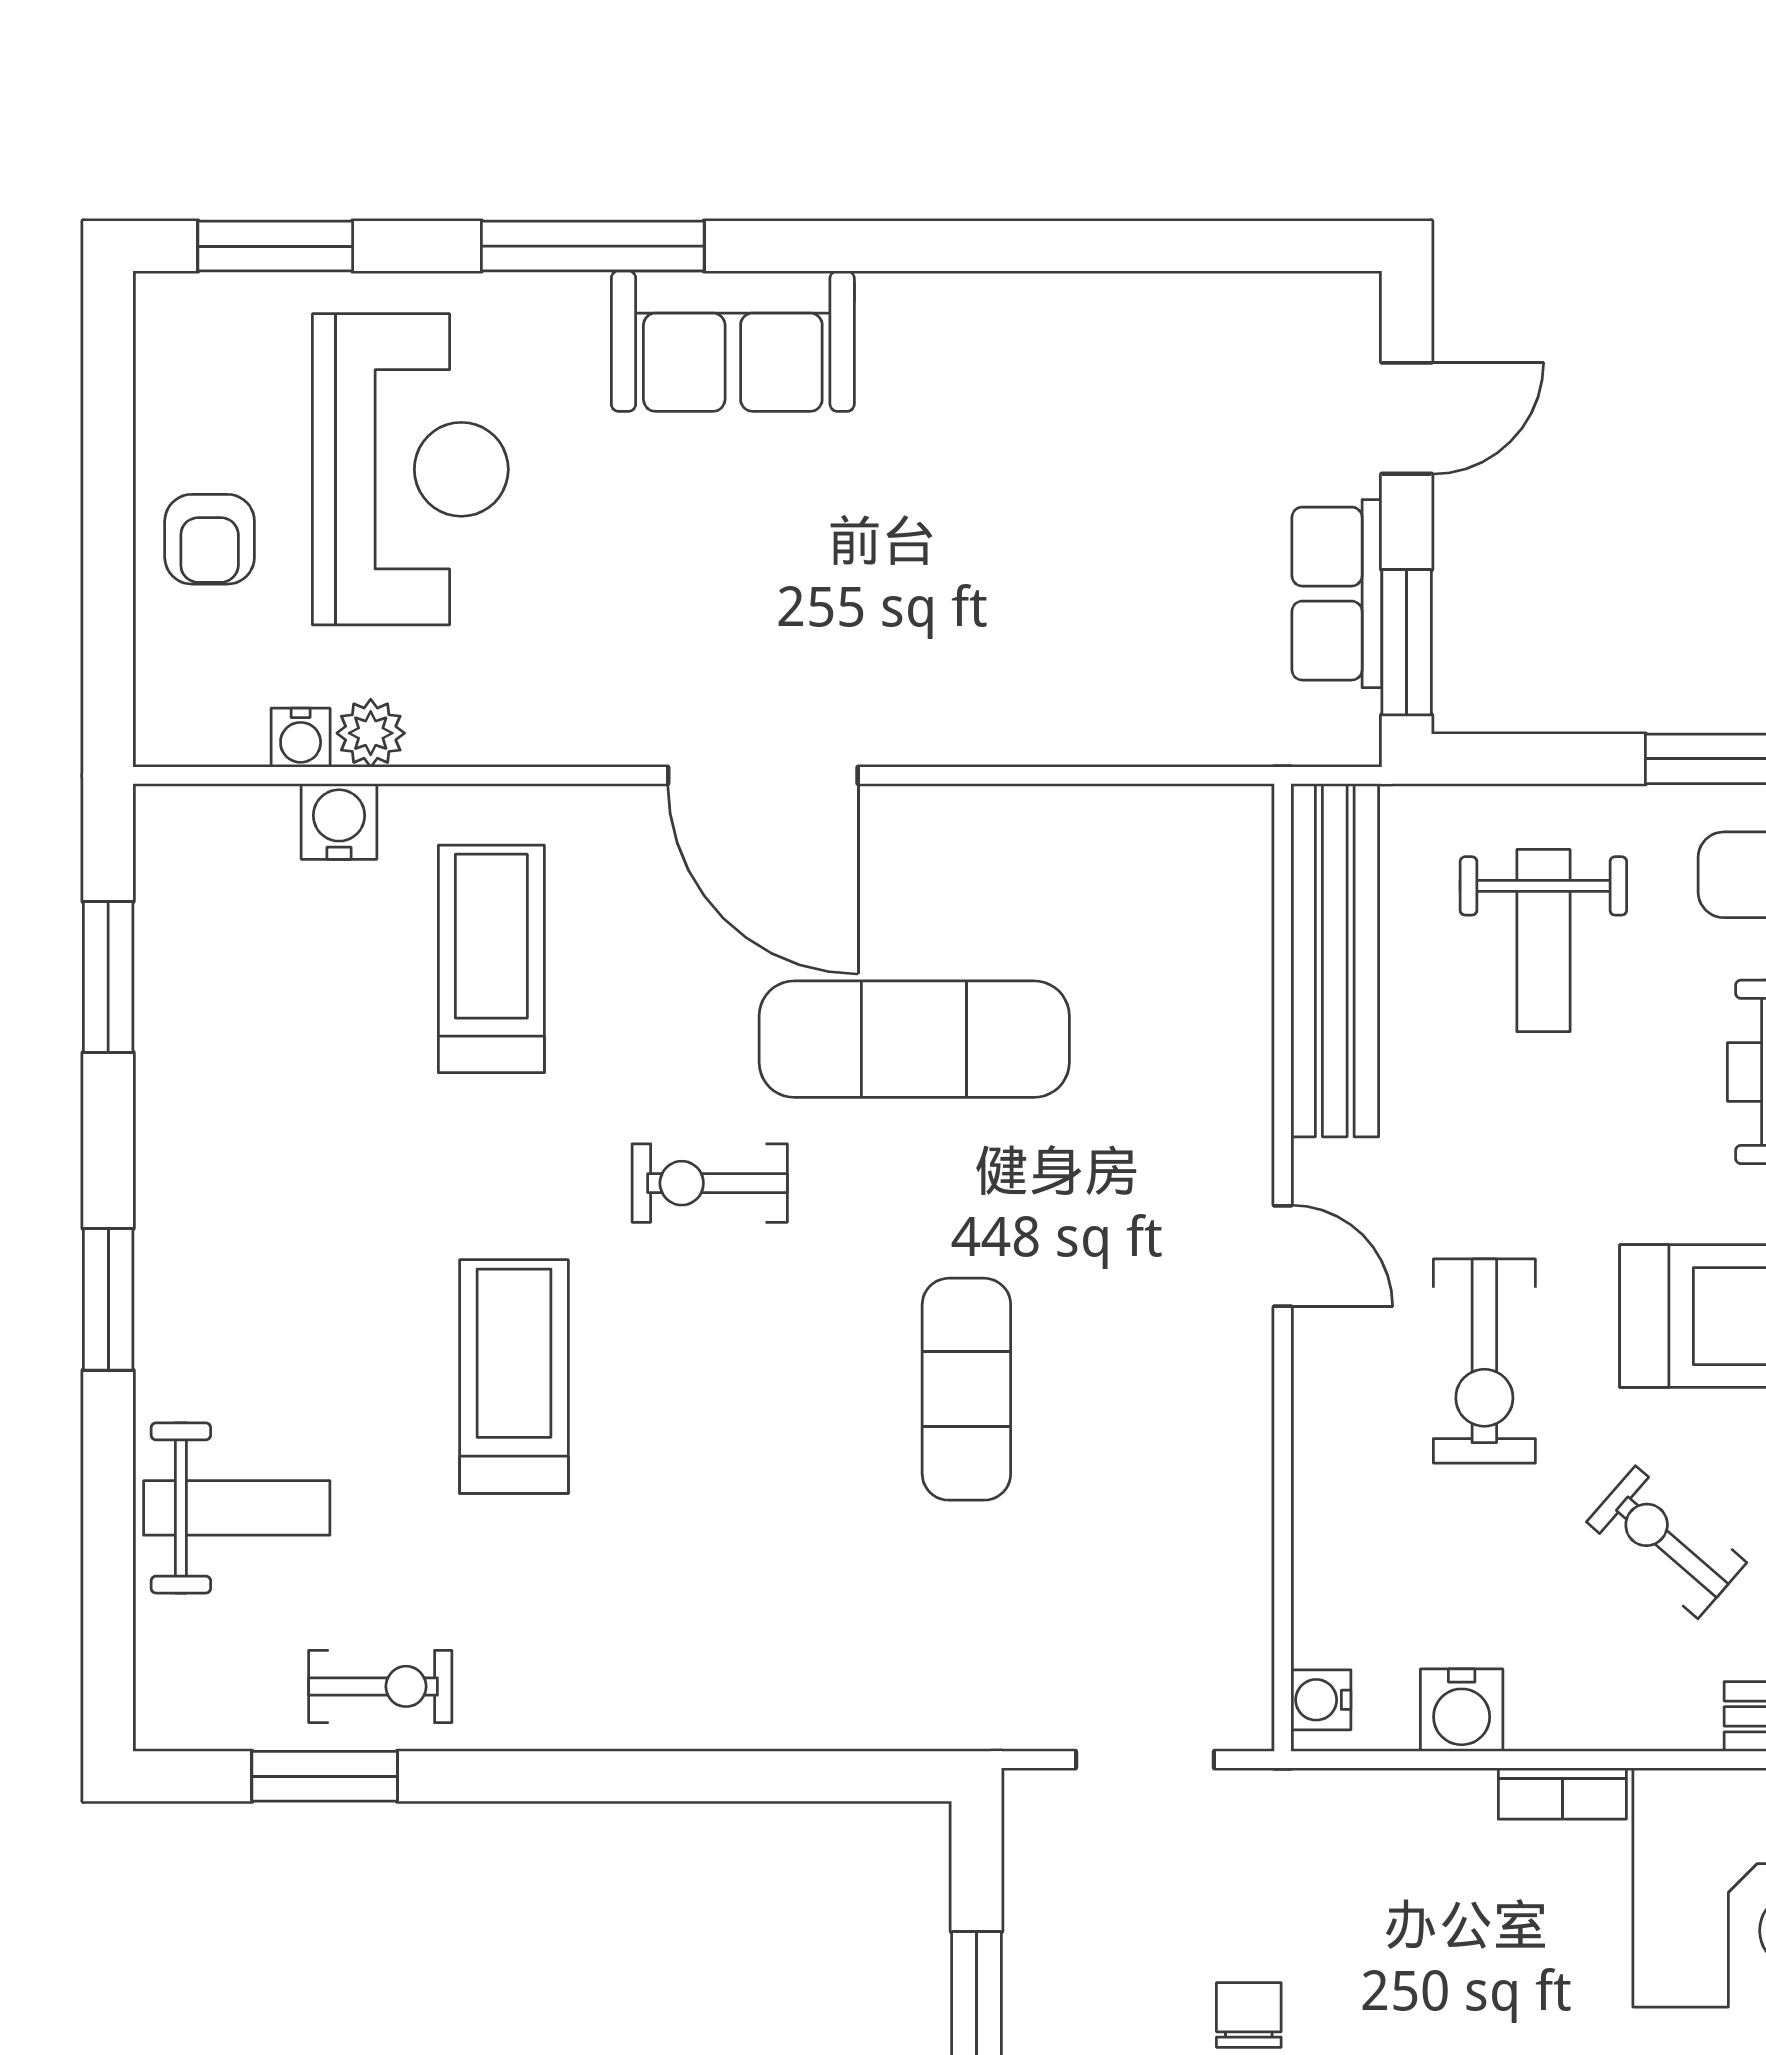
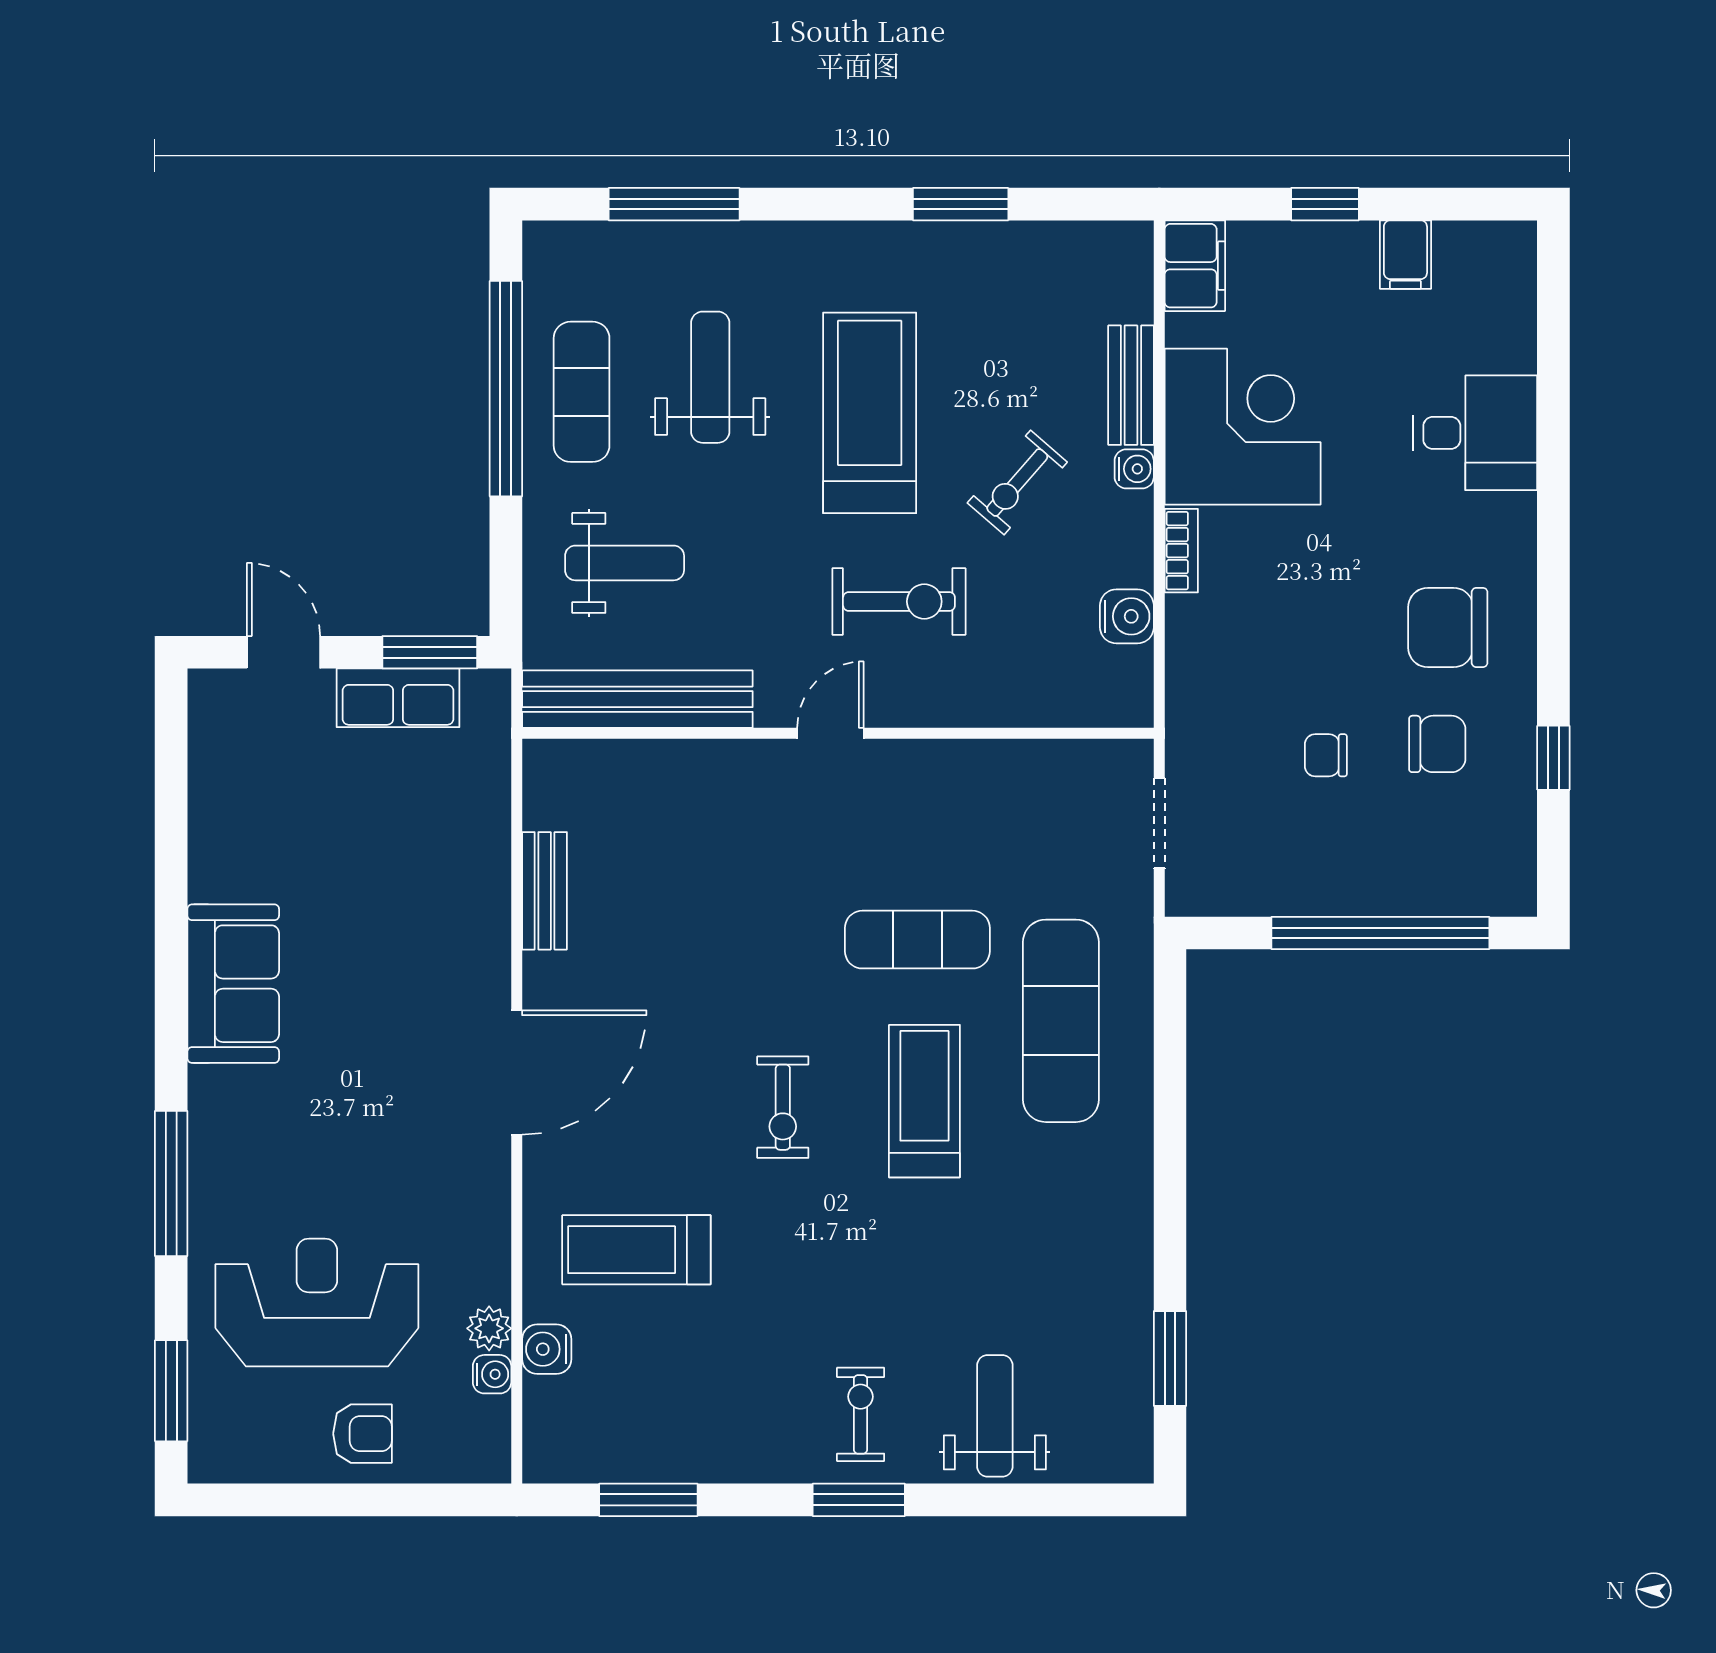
sofa: (733, 341) -> (233, 984), moved
bench: (1041, 818) -> (545, 891), added
exercise mat: (914, 1039) -> (1061, 1021), moved
treadmill: (514, 1377) -> (924, 1101), moved, turned 90
exercise bike: (380, 1686) -> (861, 1414), moved
water cooler: (1321, 1700) -> (1134, 469), moved, turned -90

